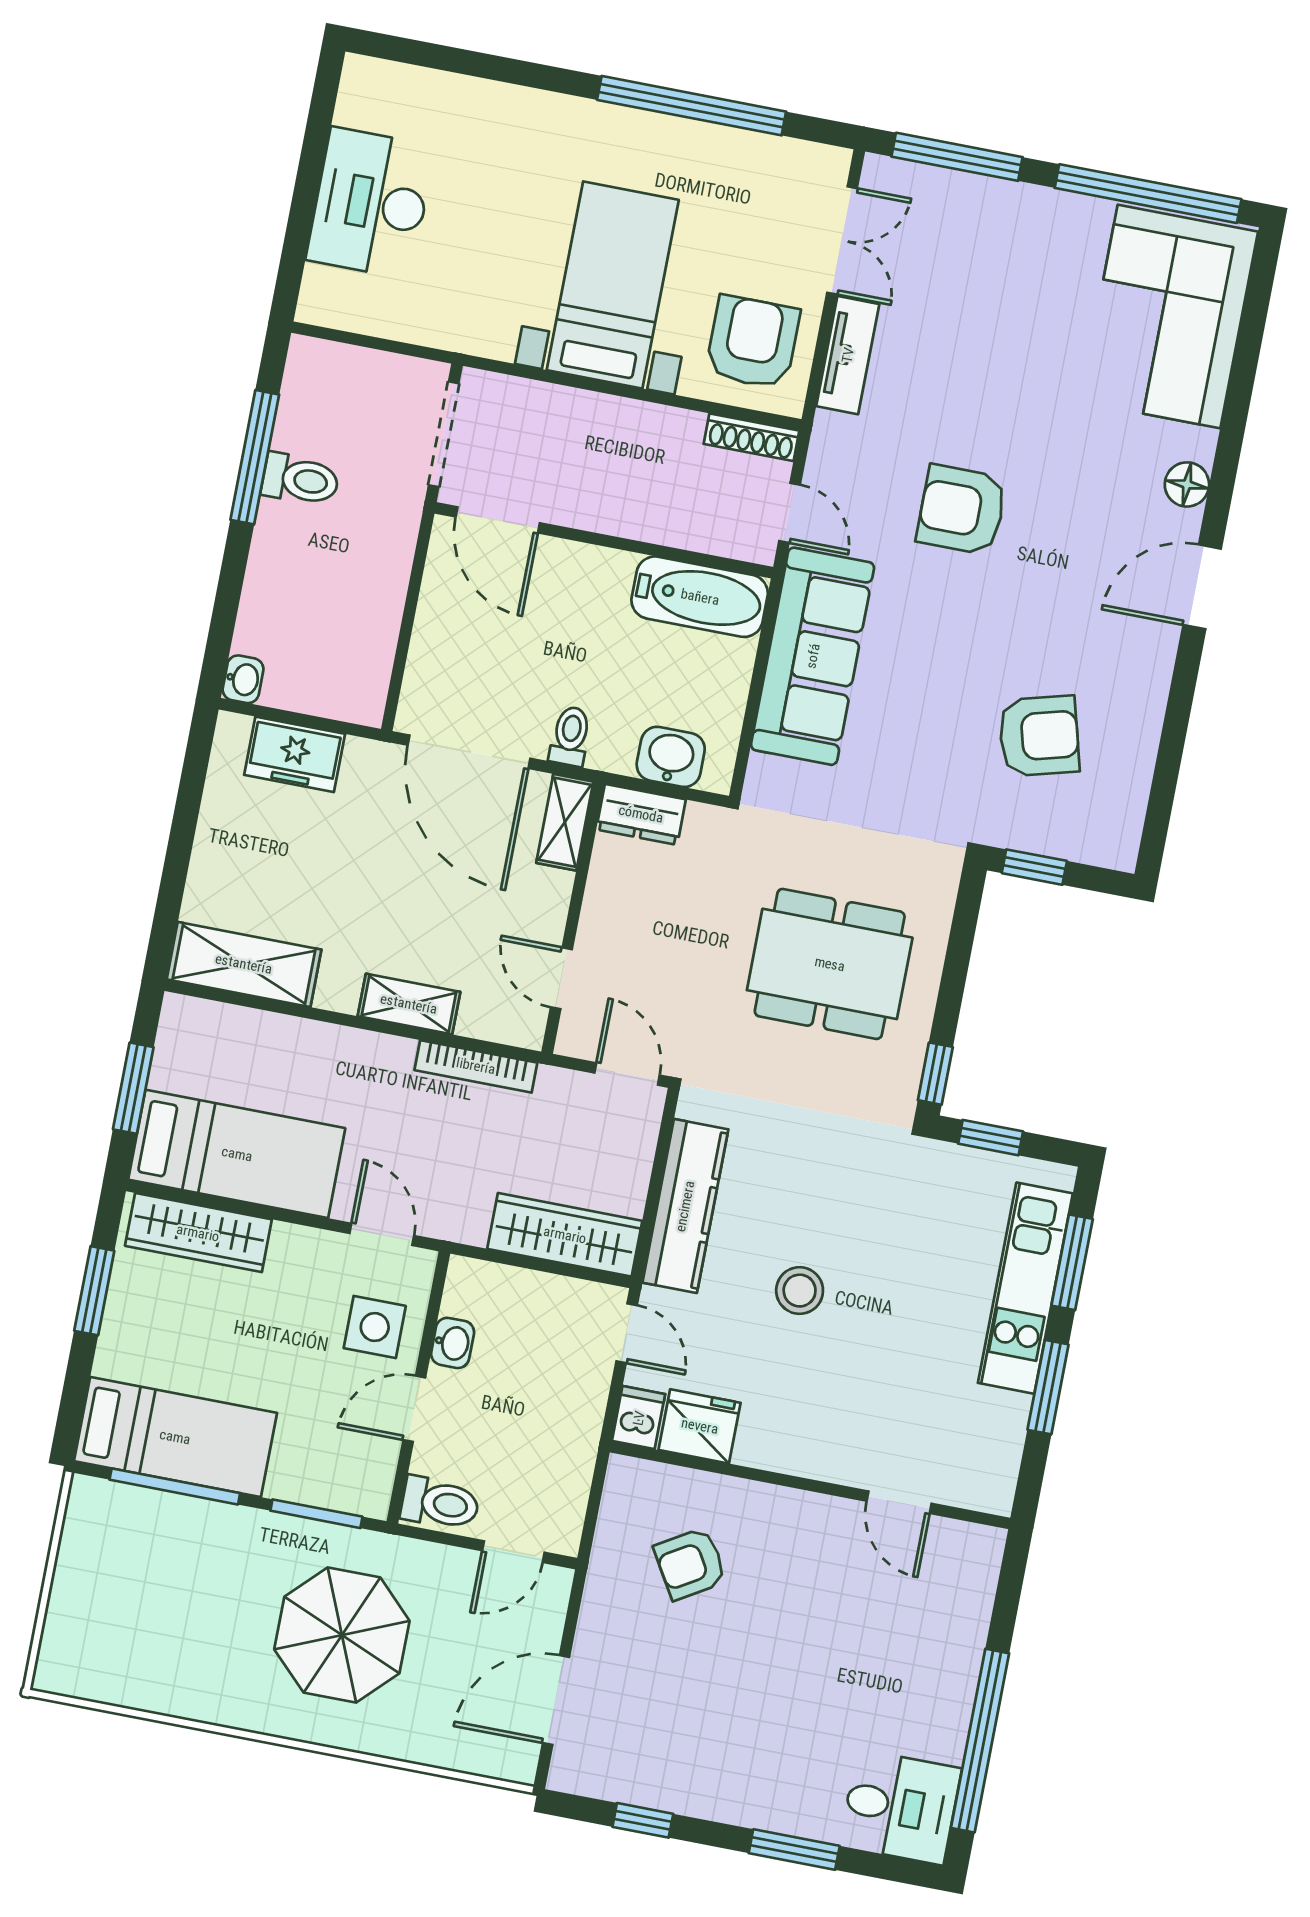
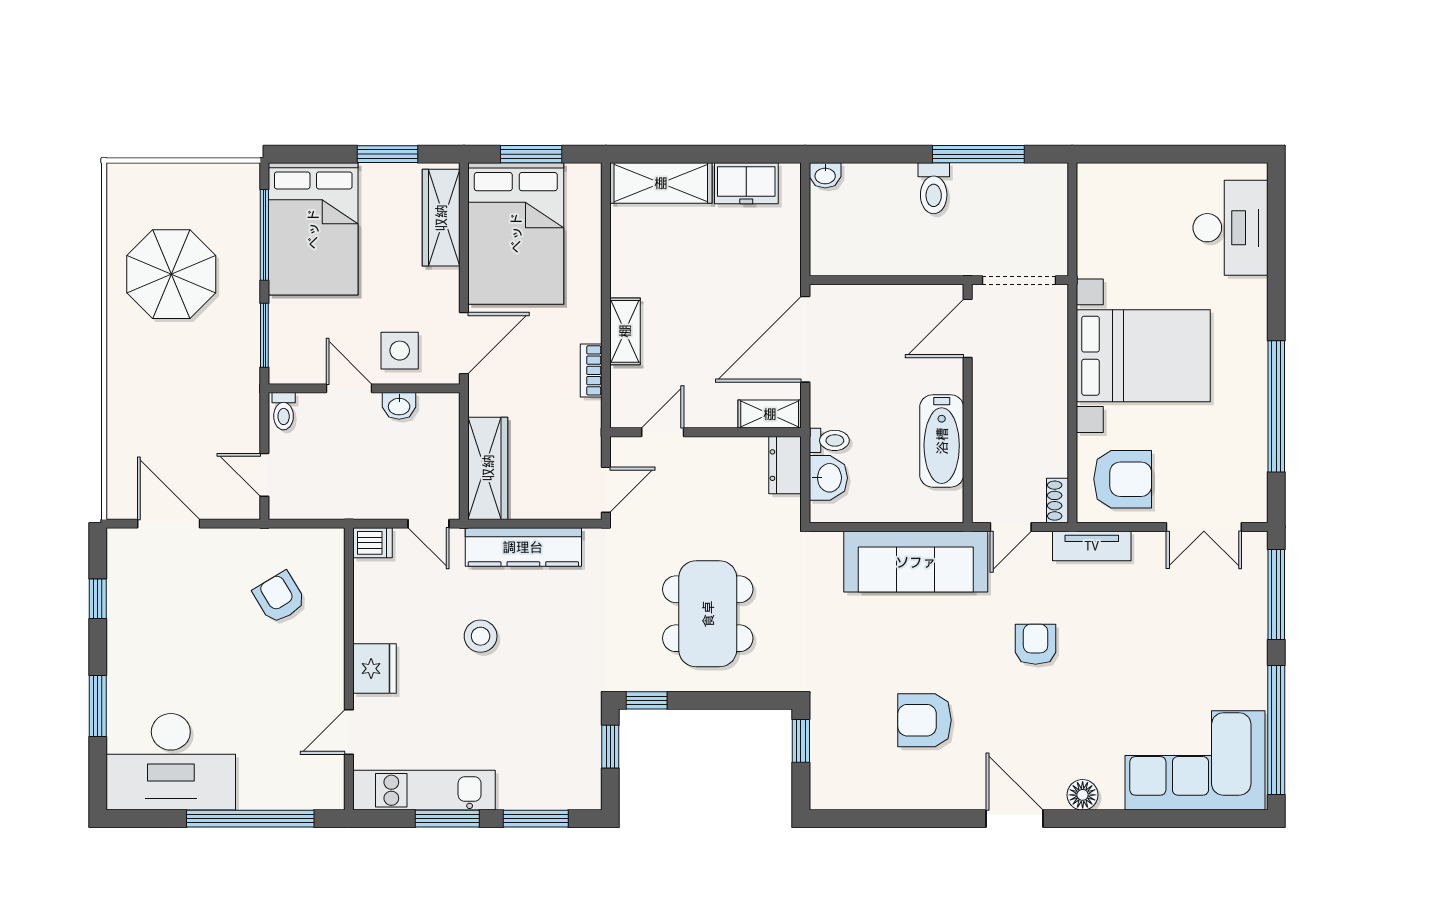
desk: (371, 203) -> (1230, 228), moved, turned 90
bed with nightstands: (613, 285) -> (1143, 356), width x1.36
tv unit: (848, 355) -> (1092, 546), moved
shoe rack: (752, 437) -> (1057, 501), width x0.70
toilet: (300, 480) -> (934, 188), moved
armchair: (962, 510) -> (1036, 644), width x0.72, depth x0.72
bathtub: (700, 597) -> (942, 441), moved
toilet: (570, 736) -> (829, 440), moved
armchair: (1039, 736) -> (924, 720), moved, turned 105
freezer: (295, 754) -> (746, 183), moved, turned -90
shelving: (244, 964) -> (661, 183), moved, turned 90
bookcase: (476, 1066) -> (591, 370), width x0.64
bed: (237, 1154) -> (516, 233), width x1.50
door: (382, 1234) -> (464, 343), width x1.38
kitchen unit: (1025, 1288) -> (424, 790), moved
door: (627, 1333) -> (429, 524), hinge flipped
fridge: (700, 1426) -> (374, 669), moved
bed: (175, 1437) -> (313, 229), width x1.50
toilet: (440, 1503) -> (284, 411), width x0.73, depth x0.72
parasol: (342, 1635) -> (171, 274), moved
window: (980, 1741) -> (250, 819), moved
desk: (900, 1807) -> (171, 762), width x1.87, depth x1.30

